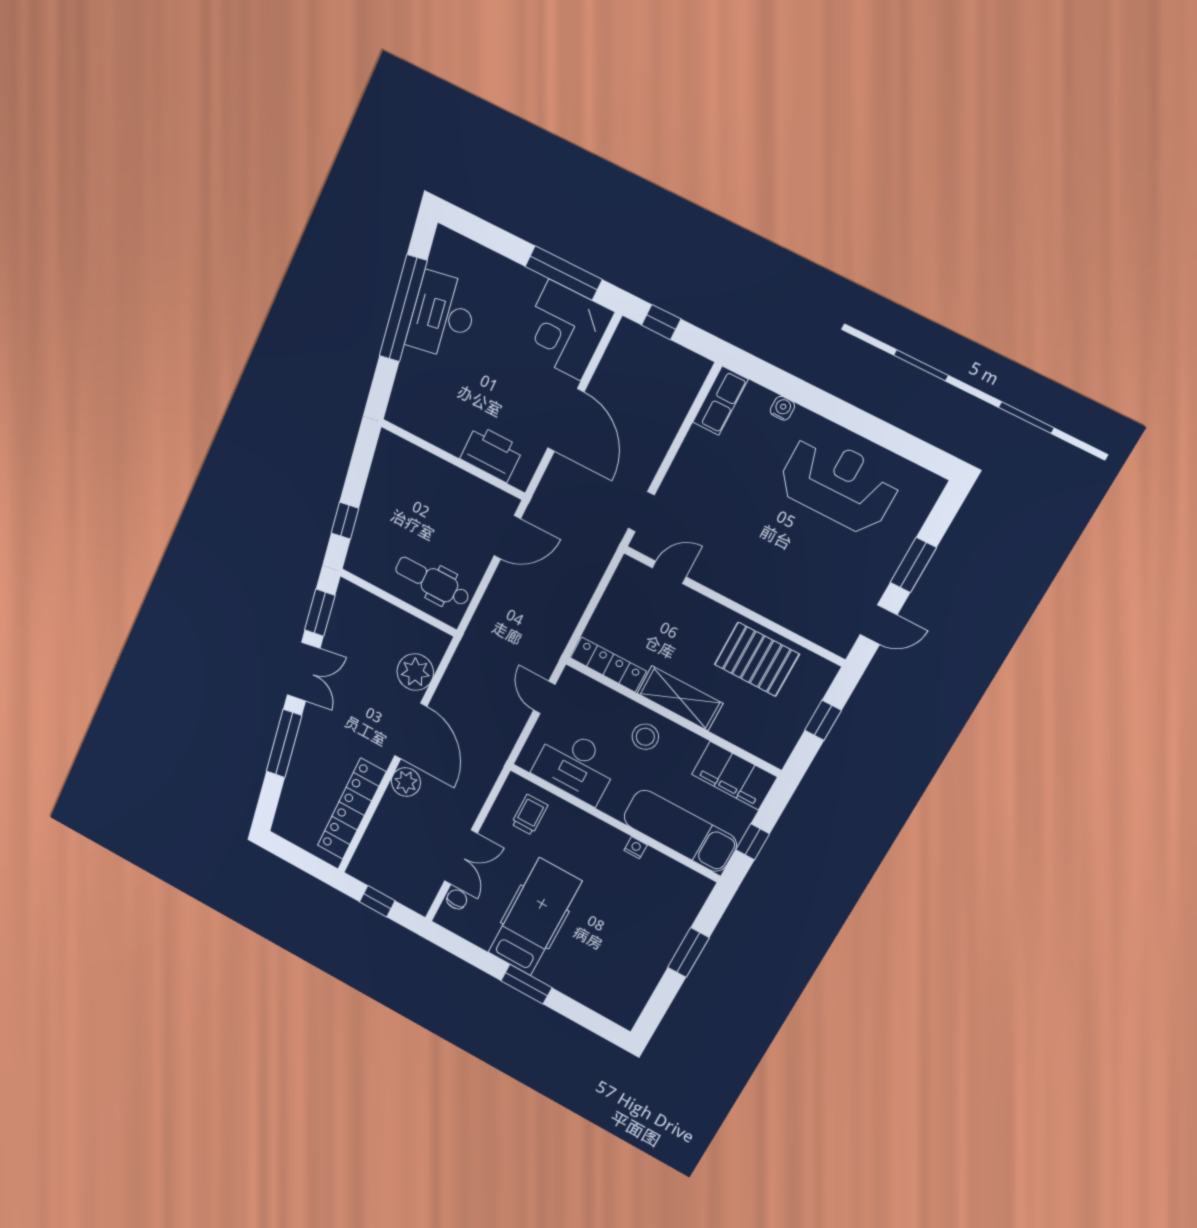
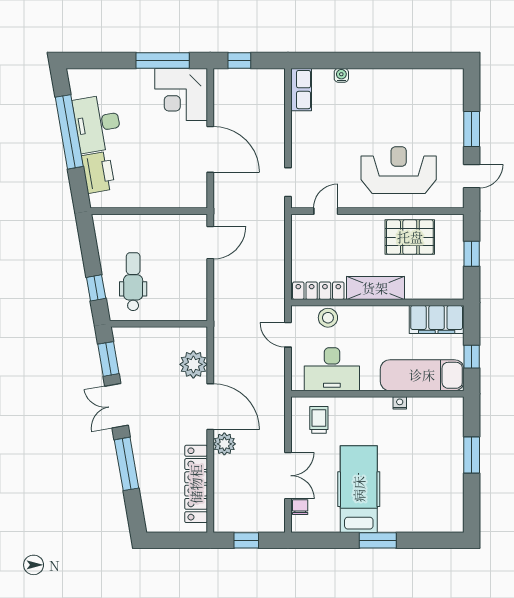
printer: (492, 453) -> (98, 172), moved, turned 80
reception desk: (839, 484) -> (399, 170), moved
dental chair: (433, 582) -> (133, 282), moved, turned 90
double door: (304, 672) -> (116, 406), swing flipped
stool: (645, 737) -> (328, 318), moved

